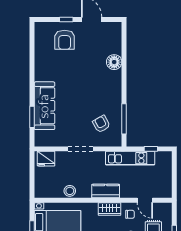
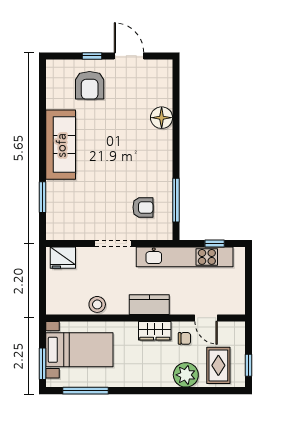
sofa: (44, 106) -> (61, 145), moved
armchair: (101, 124) -> (143, 207), turned 119
kitchen unit: (130, 158) -> (185, 257), width x1.36

